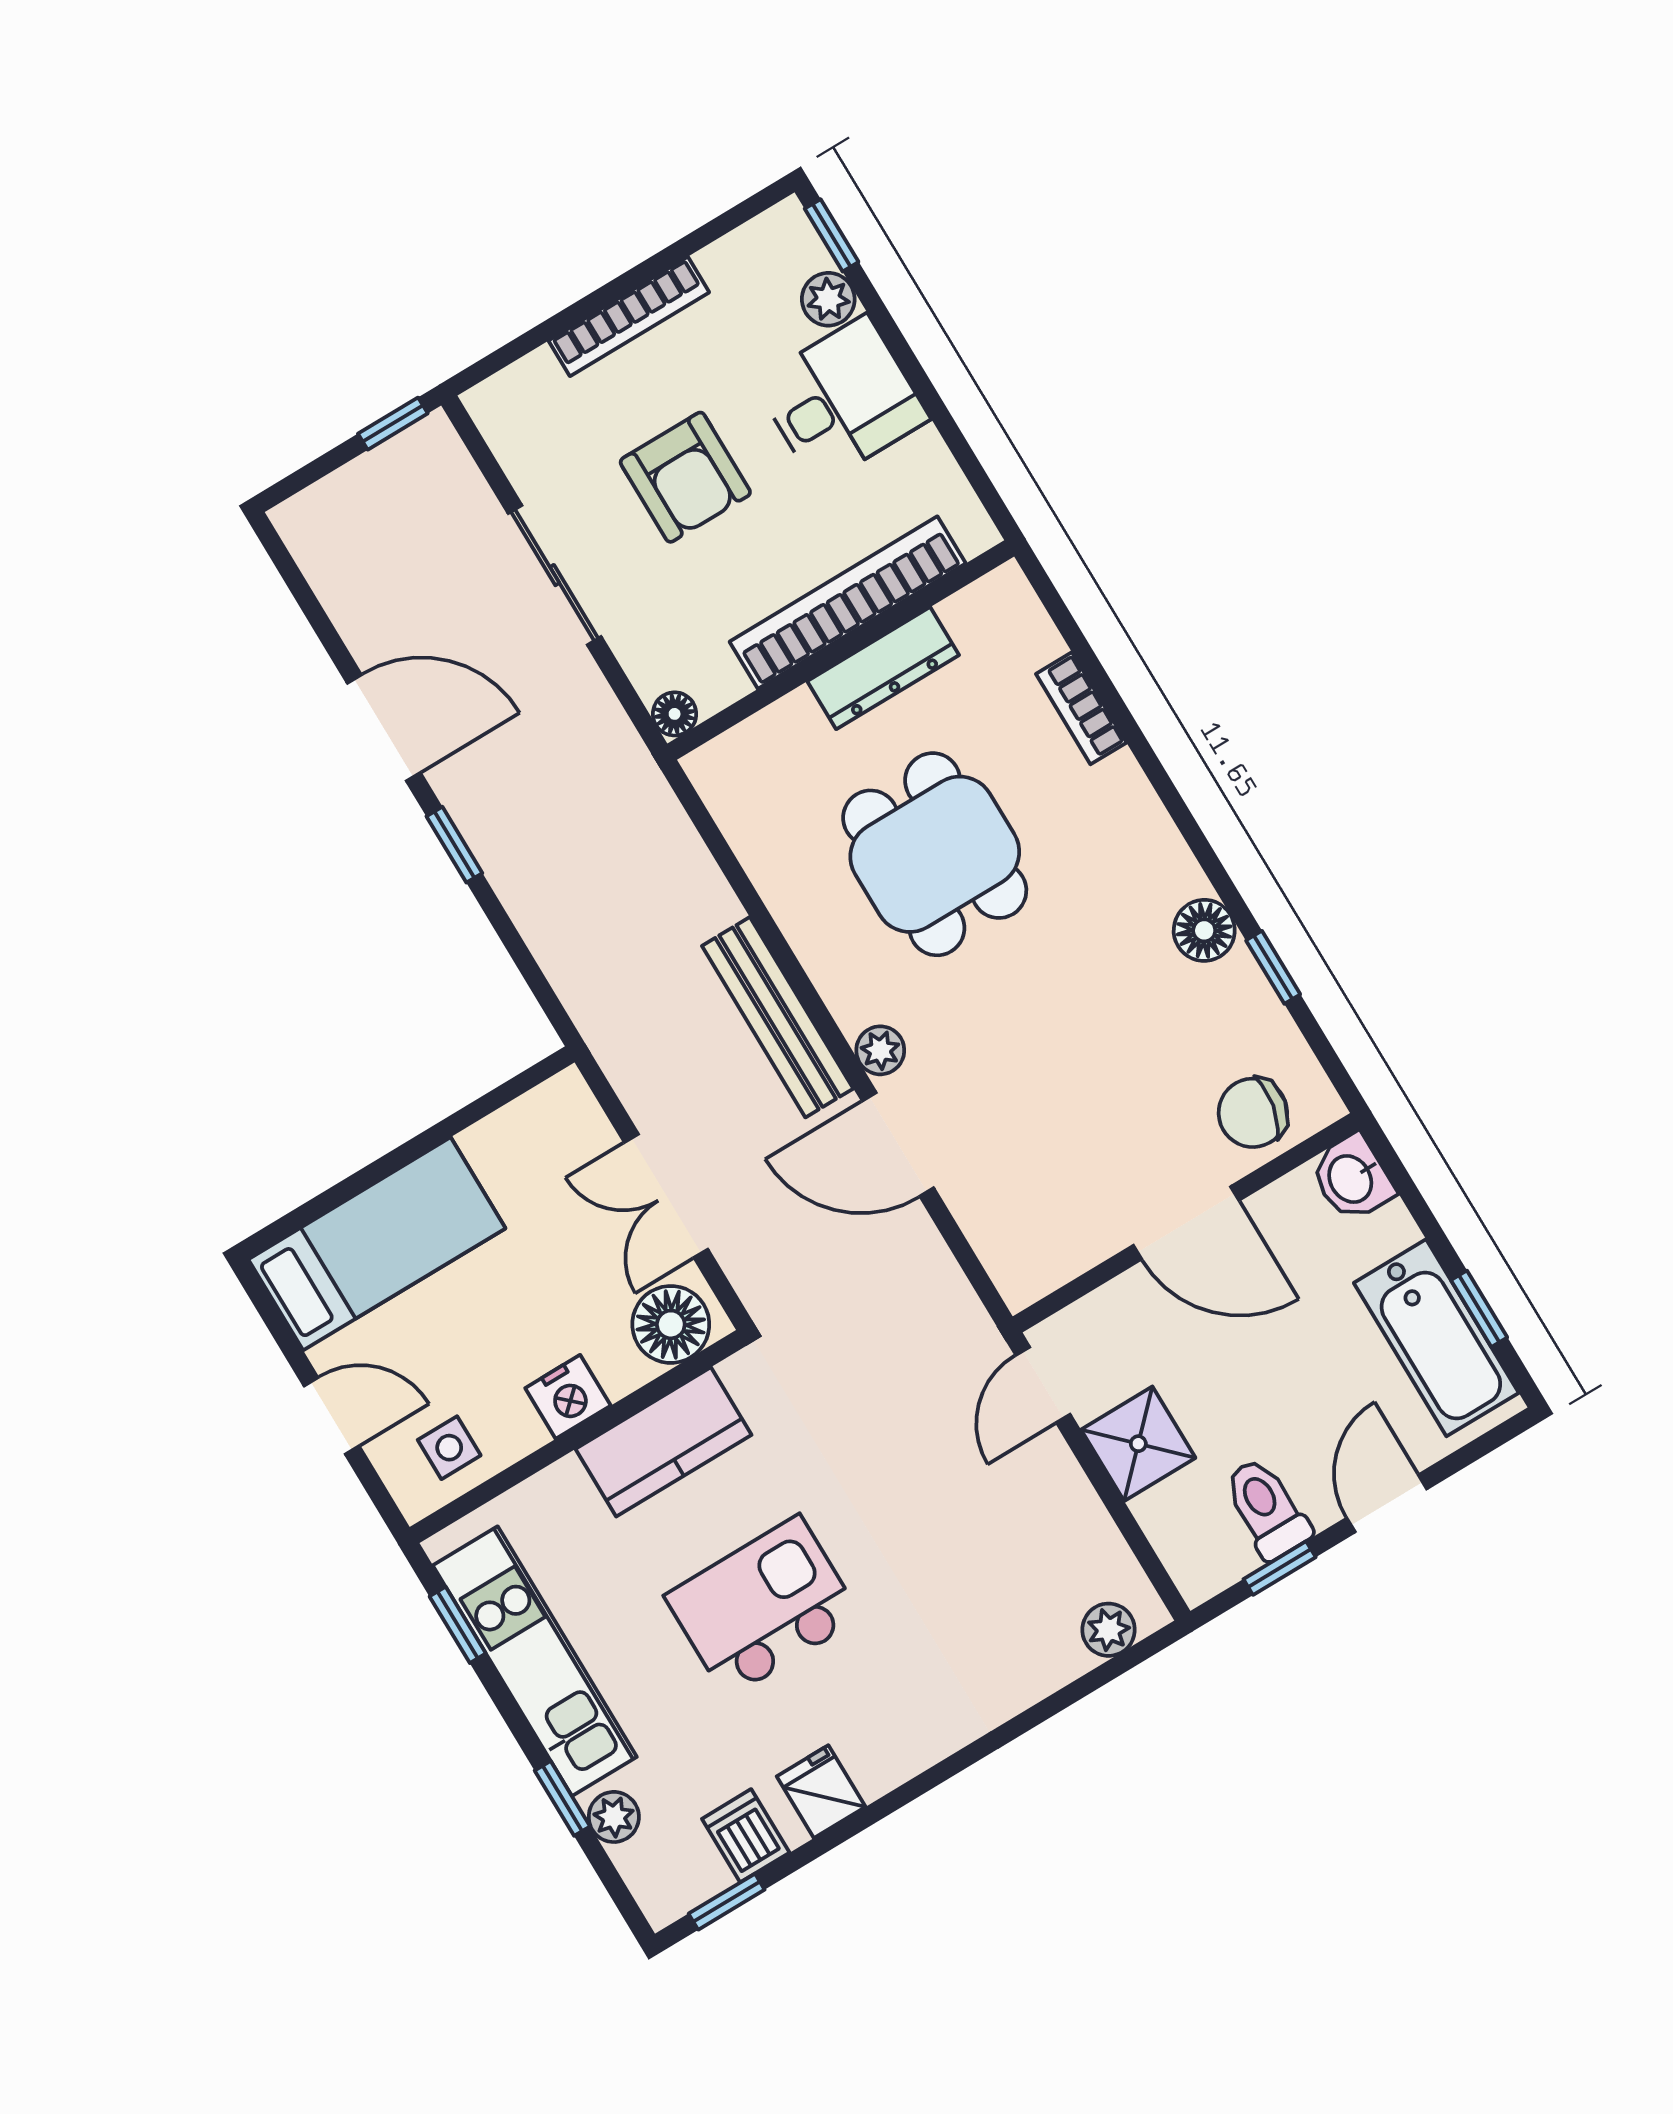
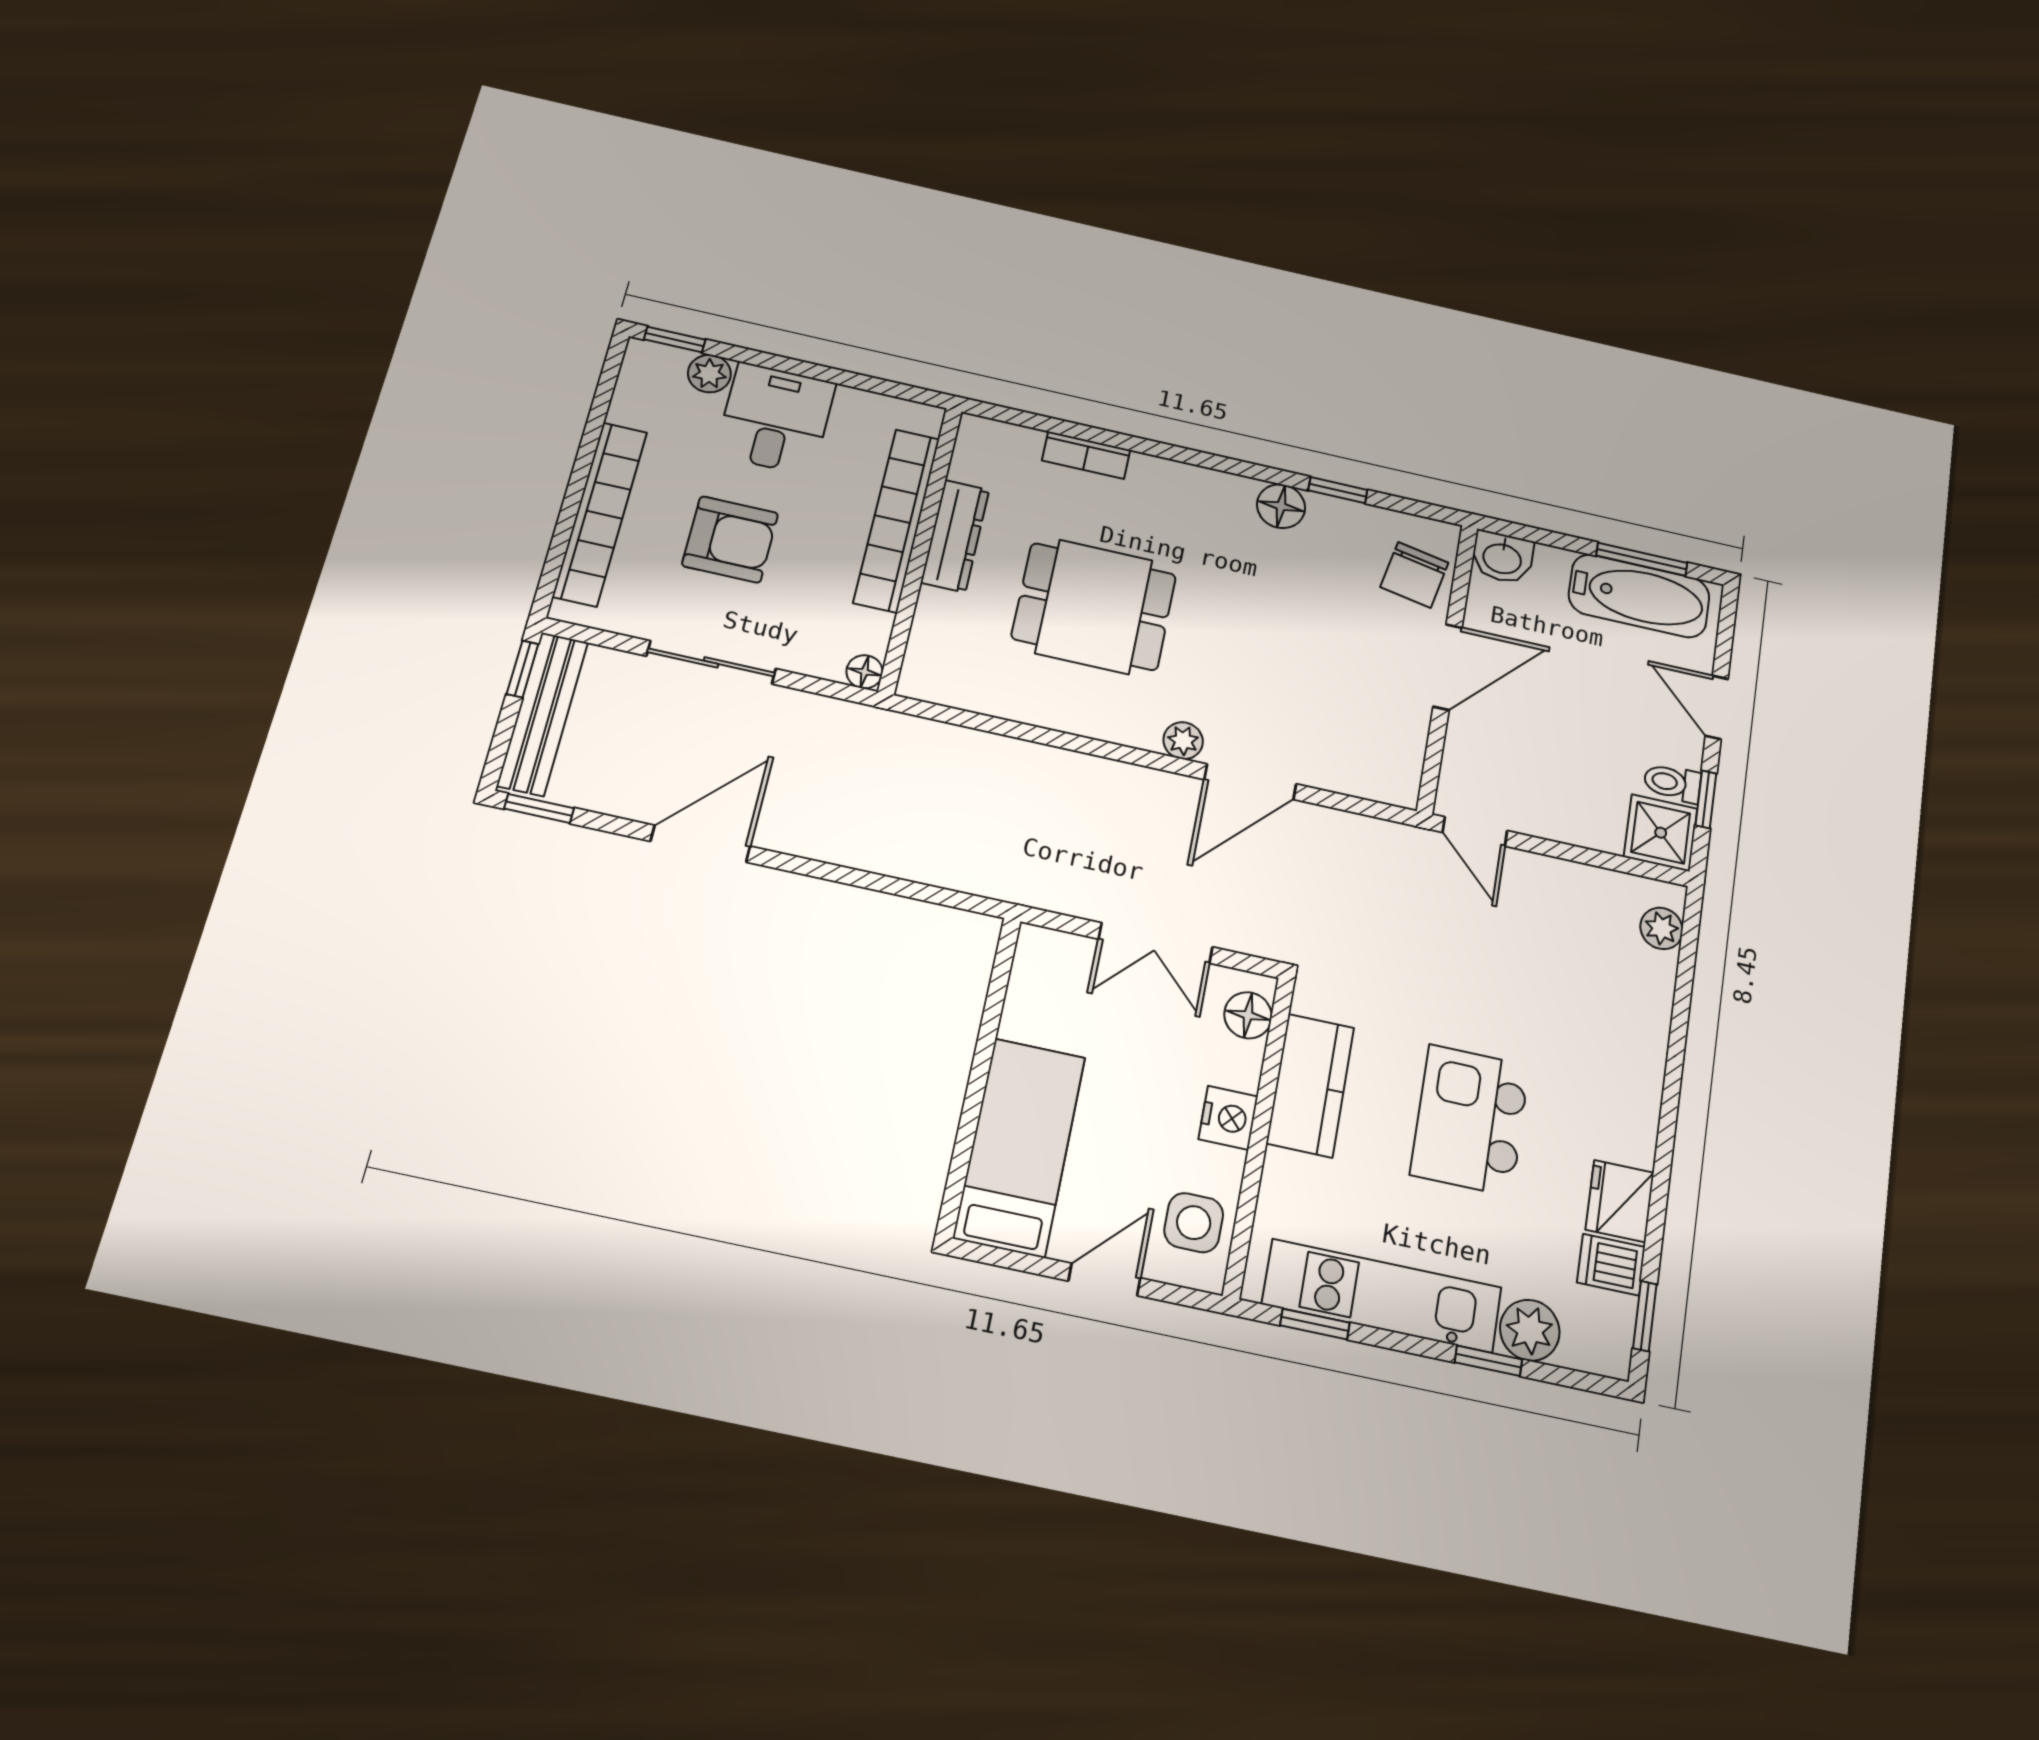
bookcase: (629, 316) -> (600, 514), width x1.48, depth x1.31
window: (454, 845) -> (539, 808), moved
bench: (778, 1017) -> (543, 714), moved, turned 90
window: (1479, 1309) -> (1642, 559), width x1.50
floor lamp: (671, 1324) -> (1248, 1015), width x0.73, depth x0.73
shower: (1138, 1444) -> (1661, 833), moved
side table: (449, 1448) -> (1194, 1223), width x1.37, depth x1.37
toilet: (1267, 1508) -> (1672, 783), width x0.73, depth x0.72
fridge: (821, 1792) -> (1620, 1201), width x1.38
plant: (614, 1817) -> (1530, 1330), width x1.38, depth x1.38

